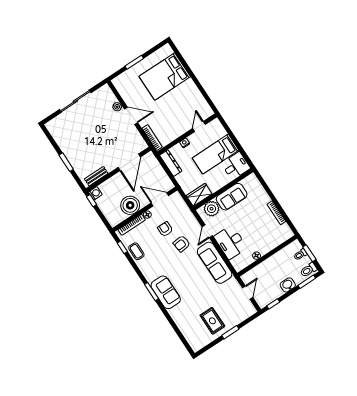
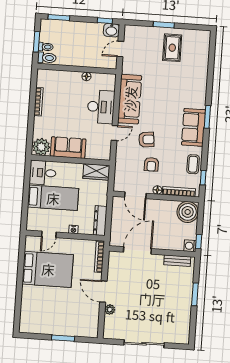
bed: (165, 77) -> (48, 269), moved
boiler: (130, 205) -> (188, 212), moved
plant: (212, 209) -> (41, 147), moved
toilet: (308, 270) -> (47, 58), moved
washbasin: (288, 285) -> (111, 30), moved
sofa: (166, 292) -> (193, 127), moved

